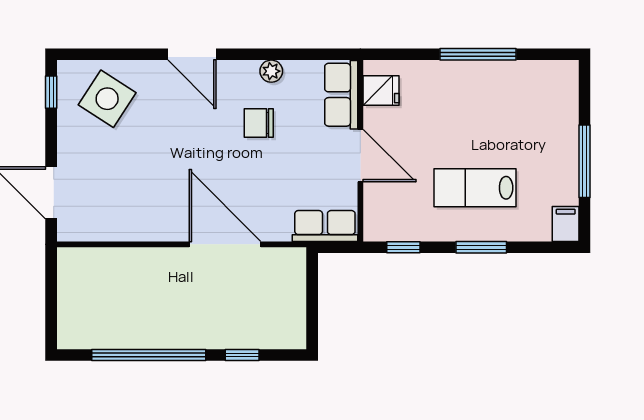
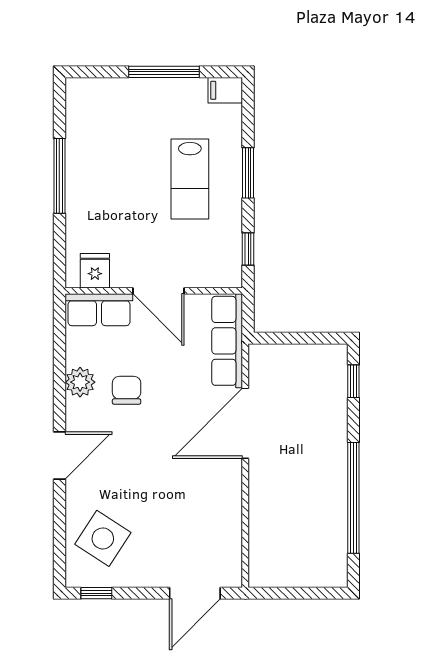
plant: (271, 71) -> (80, 382), width x1.38, depth x1.38
chair: (259, 123) -> (127, 390), turned 180
door: (360, 156) -> (159, 291), swing flipped
row of seats: (325, 226) -> (227, 341), width x1.48
window: (242, 355) -> (353, 381), moved

